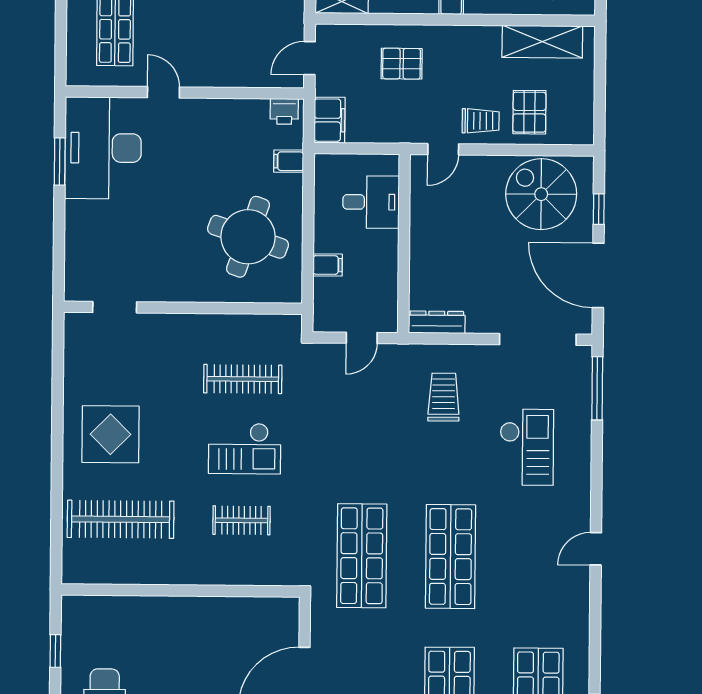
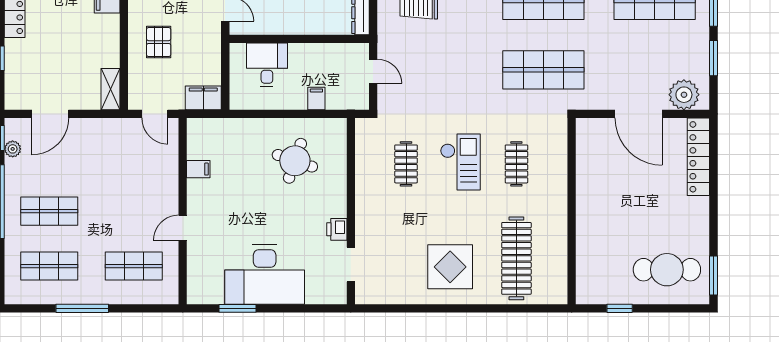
printer: (284, 111) -> (337, 229), moved, turned 180
desk: (103, 148) -> (265, 275), moved
filing cabinet: (289, 161) -> (198, 169), moved, turned -90
round table: (248, 237) -> (295, 161), width x0.73, depth x0.73
clothes rail: (243, 379) -> (406, 164), width x0.73

